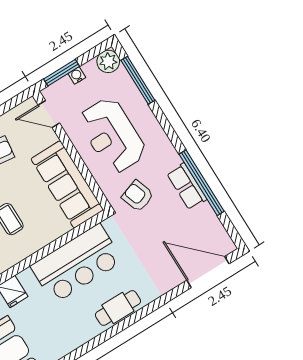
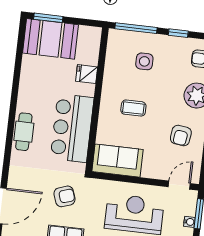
sofa: (67, 184) -> (117, 161), width x0.73
armchair: (138, 196) -> (65, 196), moved

